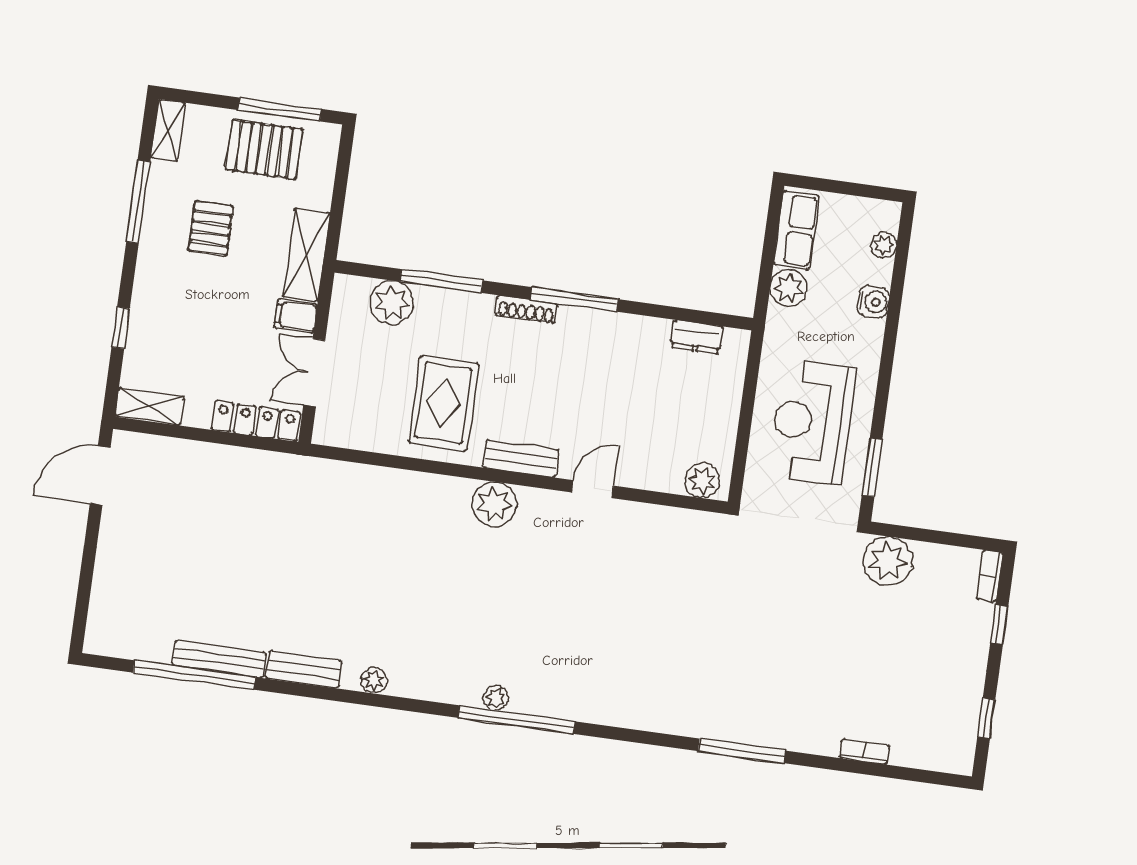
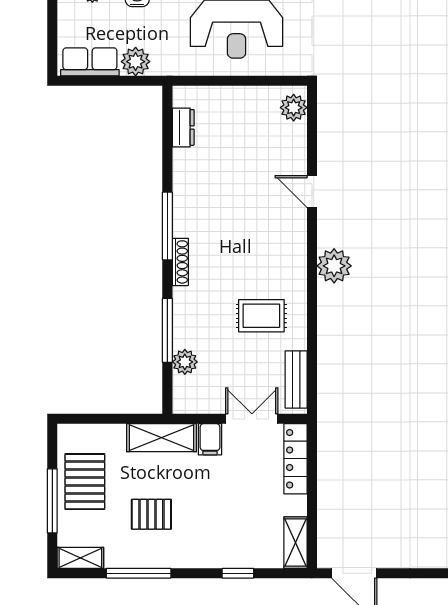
window: (280, 109) -> (52, 501), moved
plant: (392, 303) -> (185, 362), width x0.73, depth x0.73
double door: (314, 373) -> (252, 419), swing flipped
rug: (444, 403) -> (261, 316), width x0.73, depth x0.70
bench: (521, 459) -> (296, 379), moved

